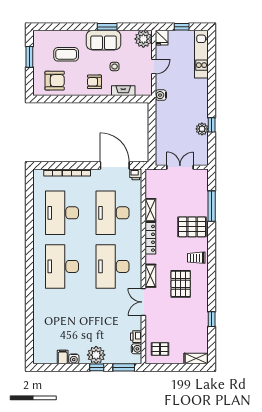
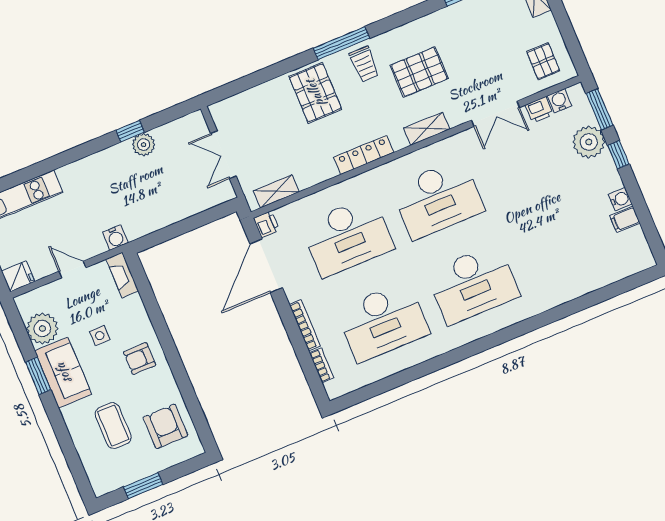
plant: (143, 39) -> (42, 328), moved
armchair: (94, 82) -> (140, 359), turned 90
fireplace: (123, 91) -> (122, 275), moved
window: (212, 206) -> (341, 43), moved
shelving: (150, 210) -> (276, 191), moved
double door: (143, 302) -> (495, 114), moved
plant: (96, 355) -> (589, 142), moved

